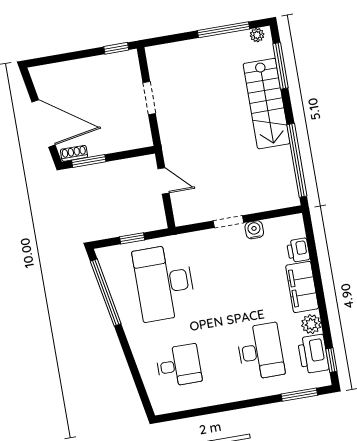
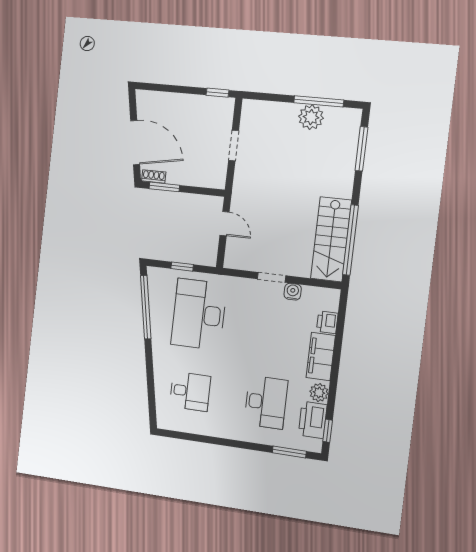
plant: (257, 35) -> (311, 117), moved, width x1.88, depth x1.88
stairs: (267, 104) -> (331, 239), moved

